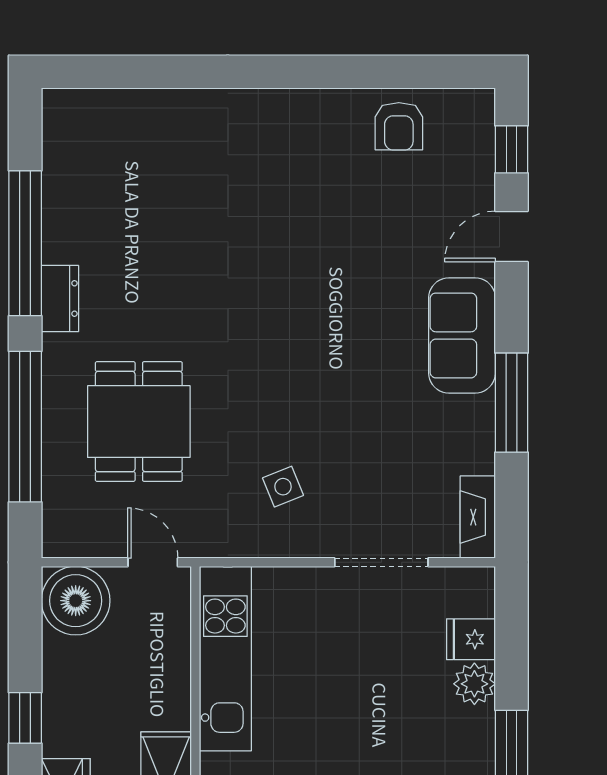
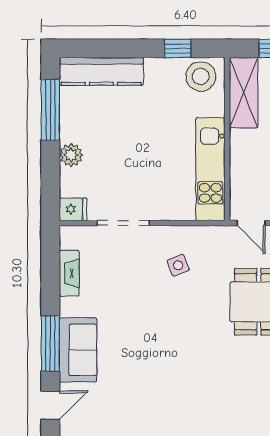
window: (512, 403) -> (50, 343), moved
fireplace: (478, 517) -> (69, 273), moved
fridge: (471, 639) -> (73, 209), moved

